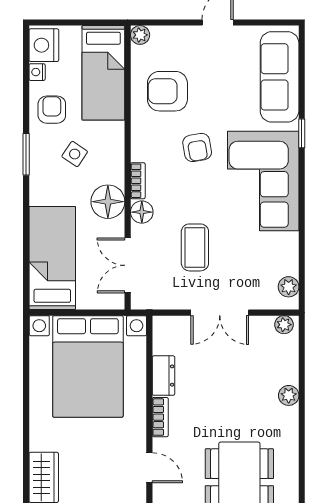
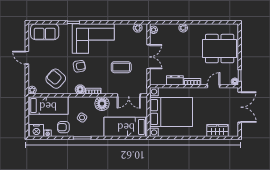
sofa: (280, 77) -> (45, 32), width x0.73
armchair: (167, 91) -> (56, 79), turned 131
floor lamp: (142, 212) -> (80, 89), moved

